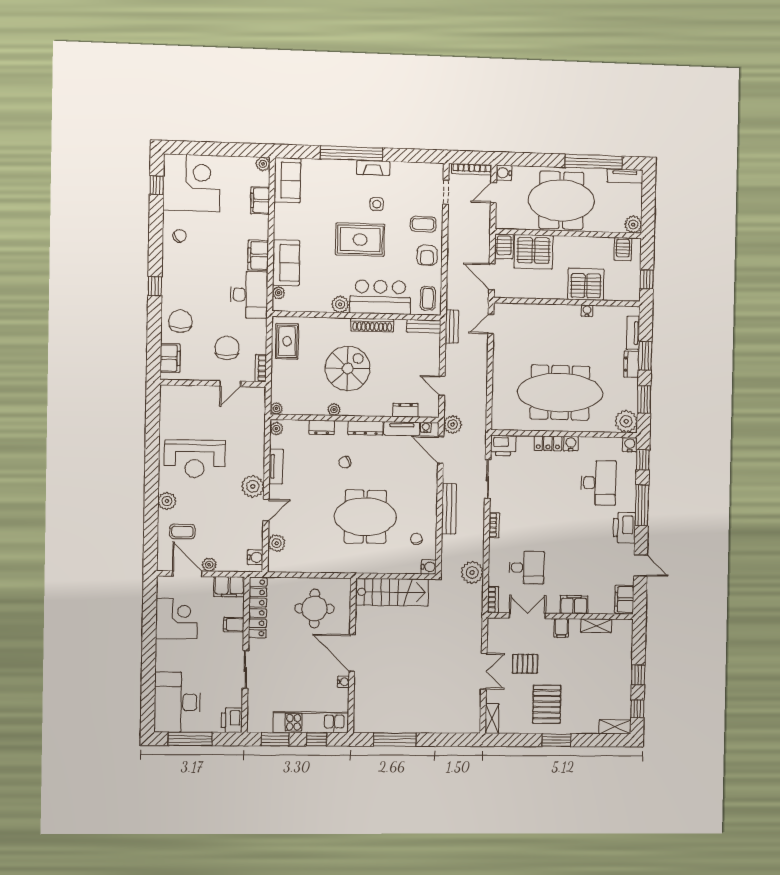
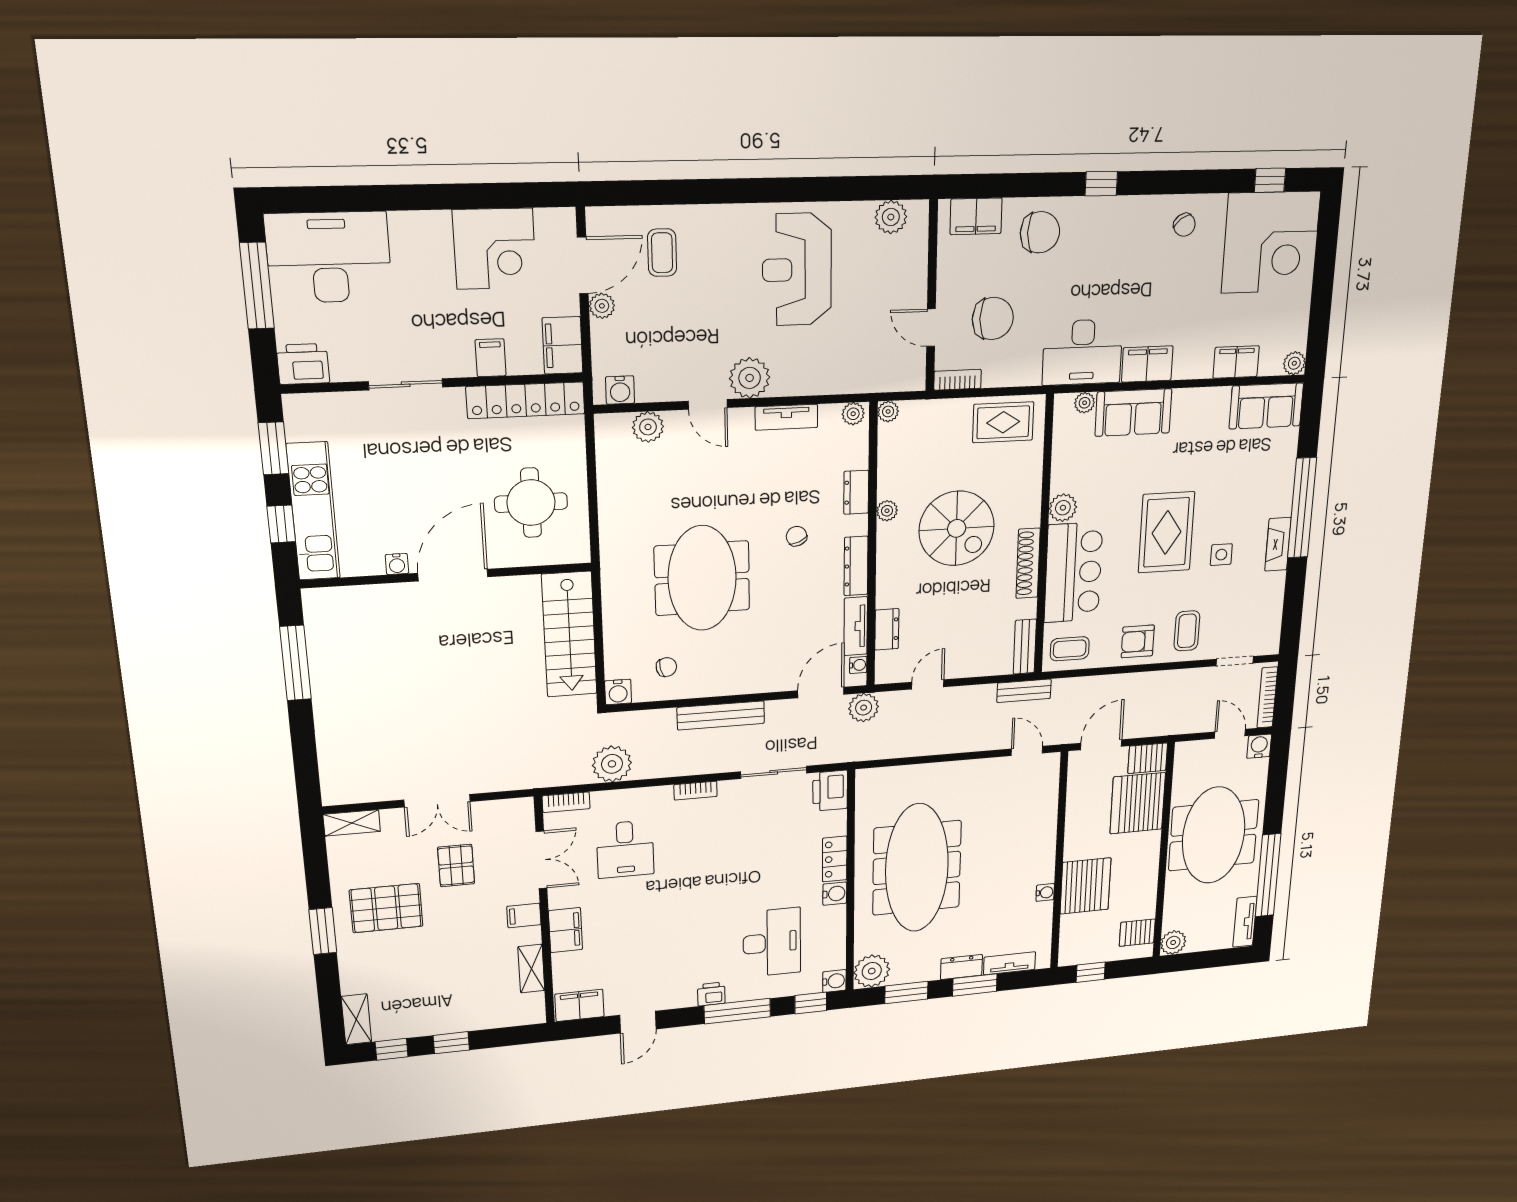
desk: (598, 483) -> (772, 942), turned -90
plant: (167, 501) -> (891, 217), moved
printer: (624, 528) -> (711, 994), width x0.53, depth x0.68

